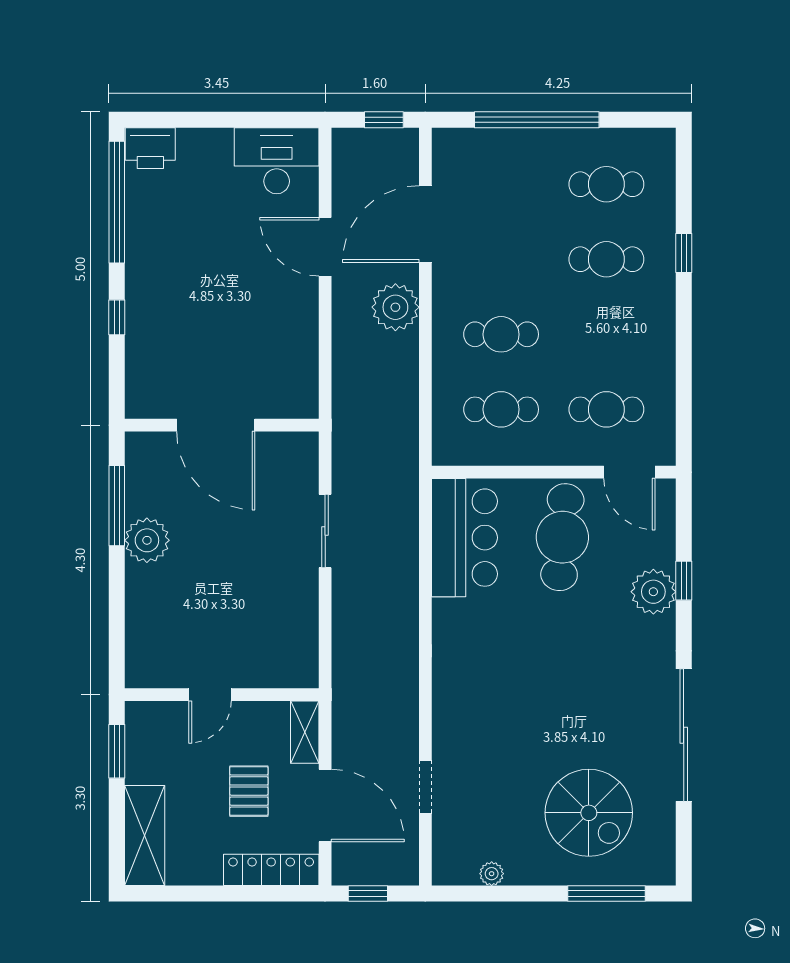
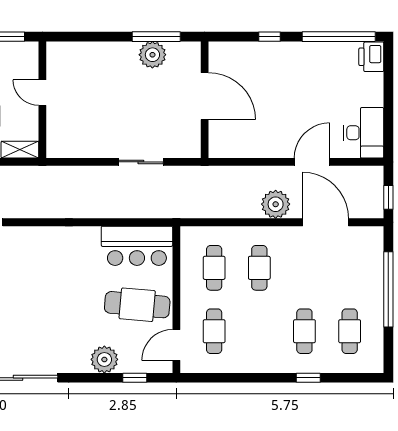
door: (216, 425) -> (205, 96), swing flipped
plant: (147, 540) -> (152, 55), moved
window: (684, 581) -> (135, 378), moved

